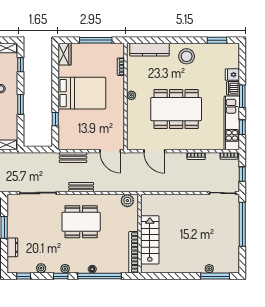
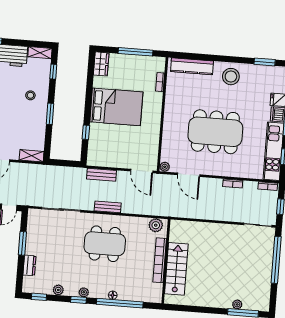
plant: (131, 95) -> (165, 167), moved
bookcase: (134, 252) -> (160, 260), moved

